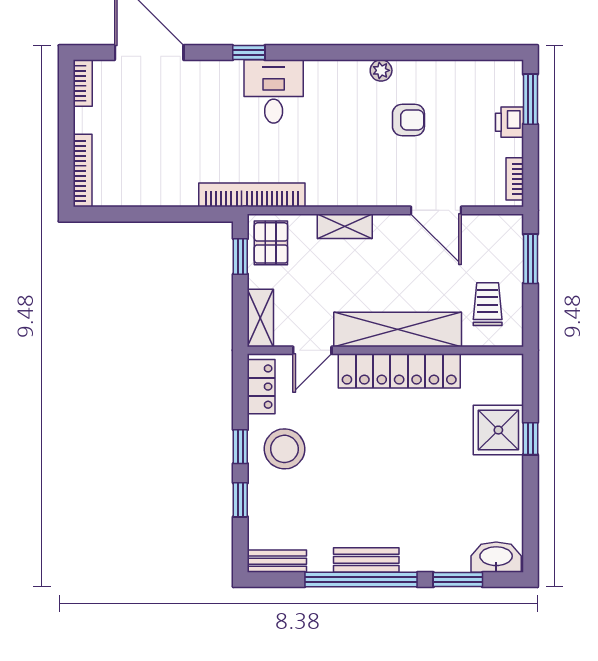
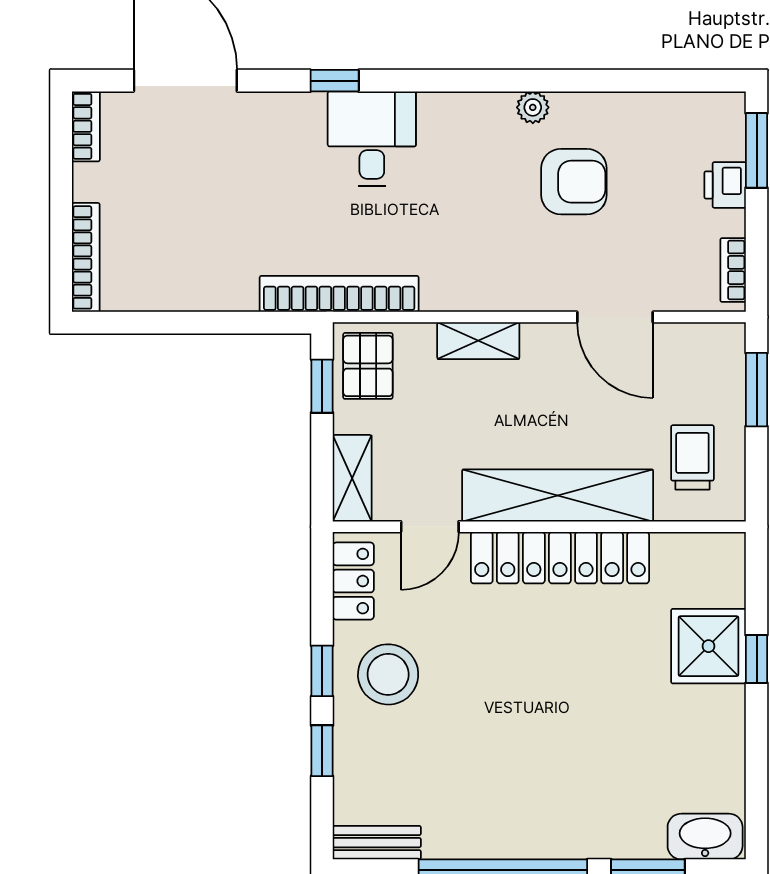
armchair: (408, 120) -> (574, 182), width x1.38, depth x1.38
bench: (366, 560) -> (511, 841), removed

